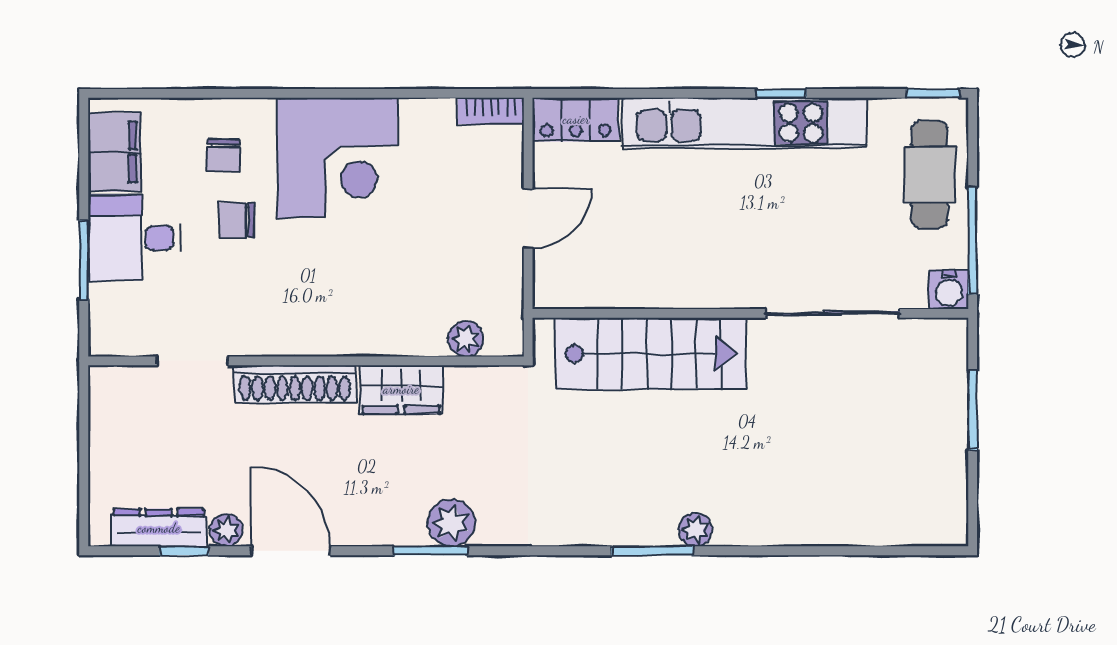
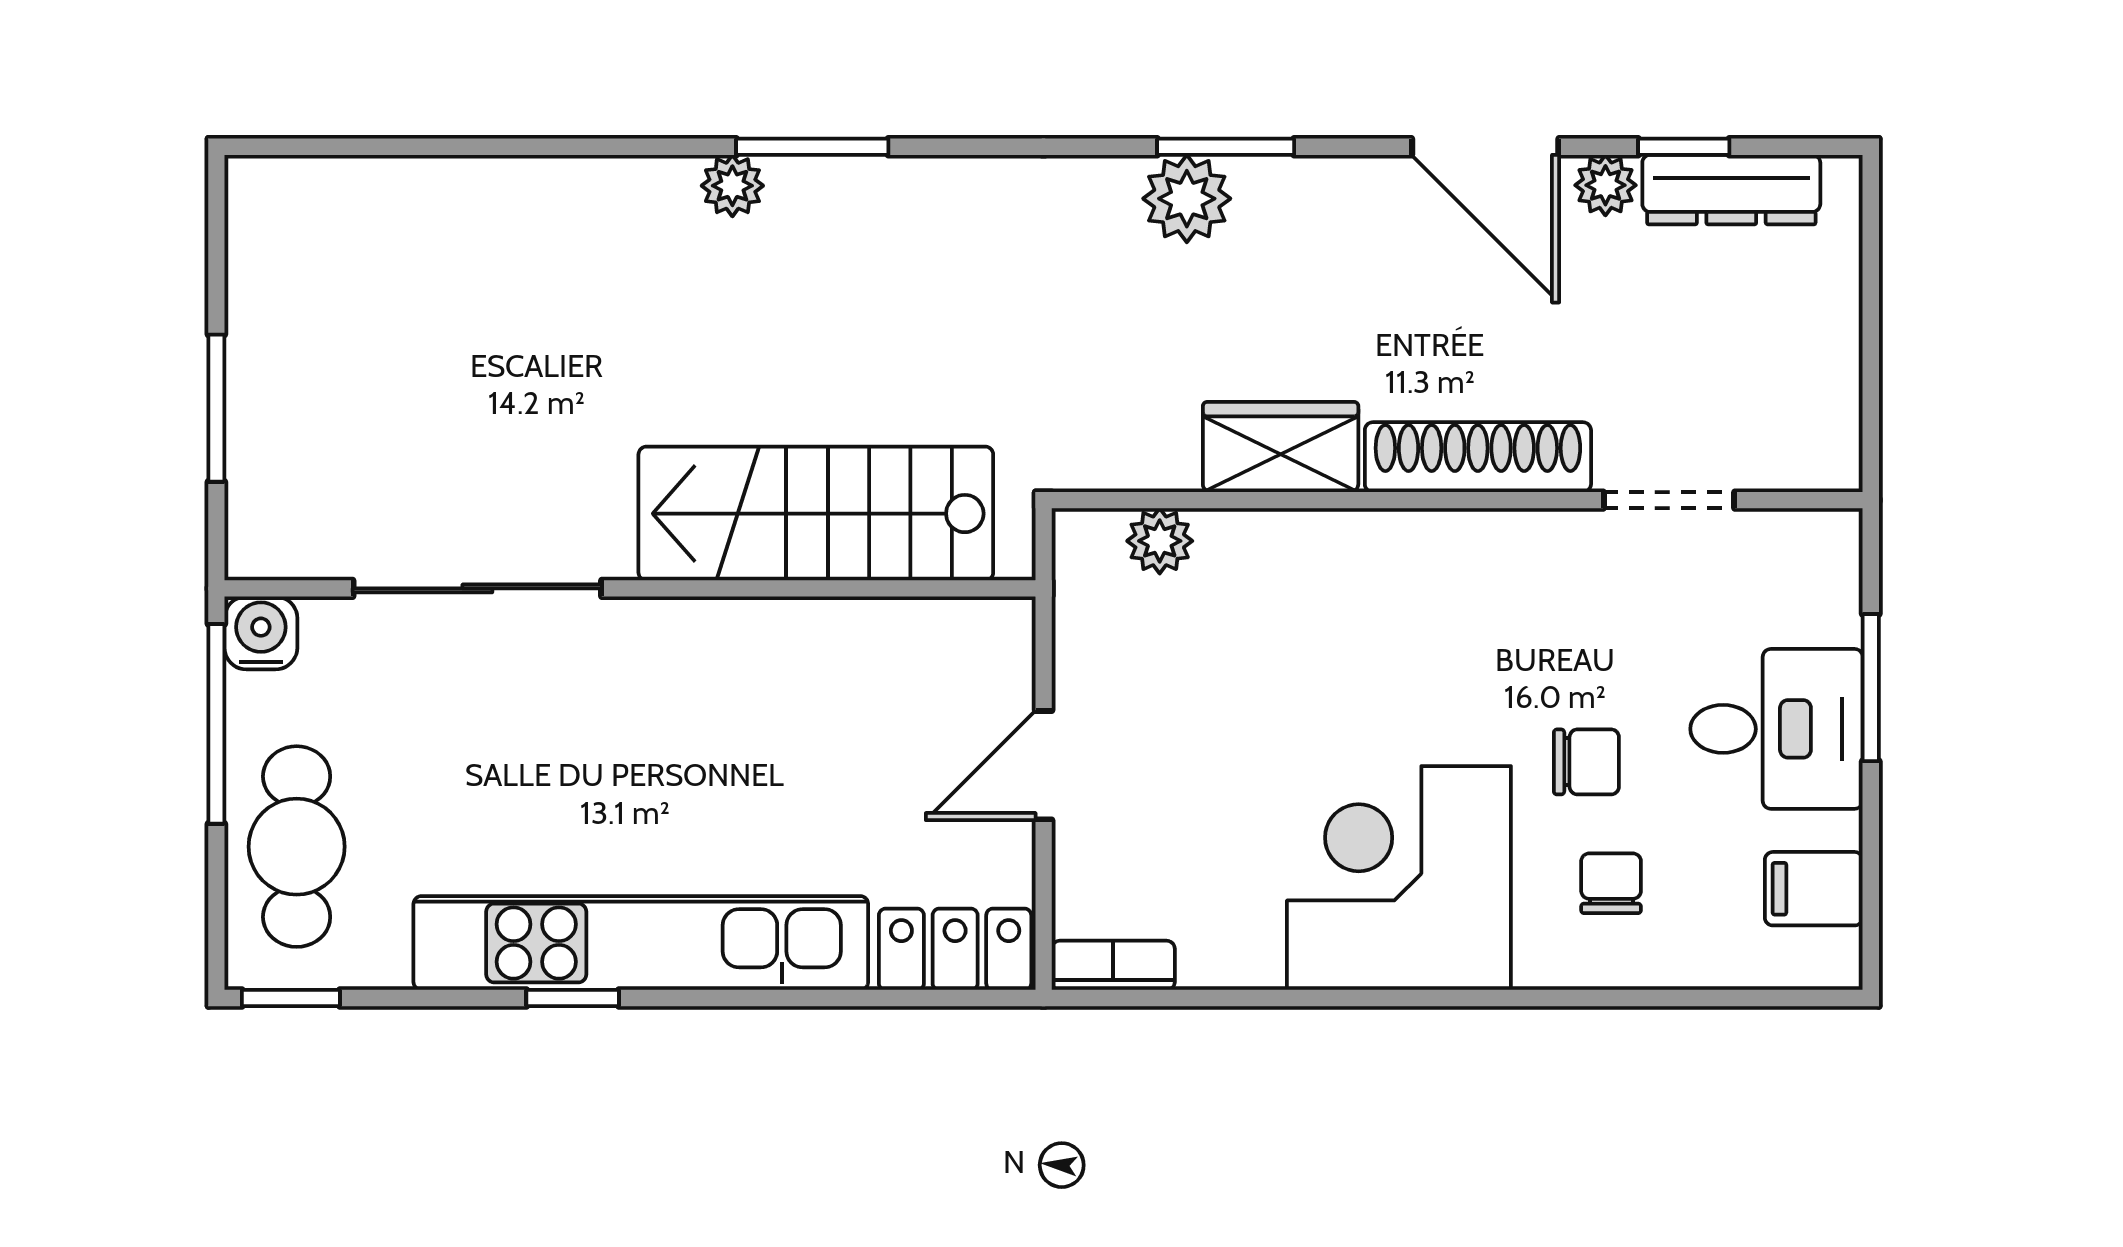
filing cabinet: (114, 152) -> (1814, 889), width x0.50

